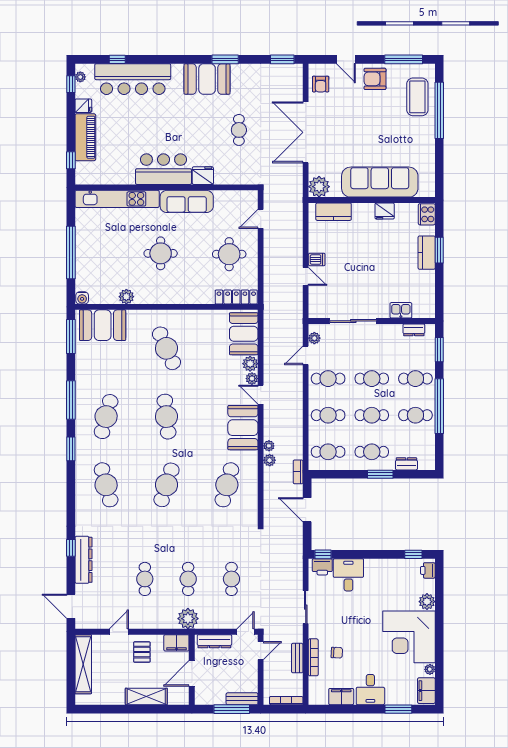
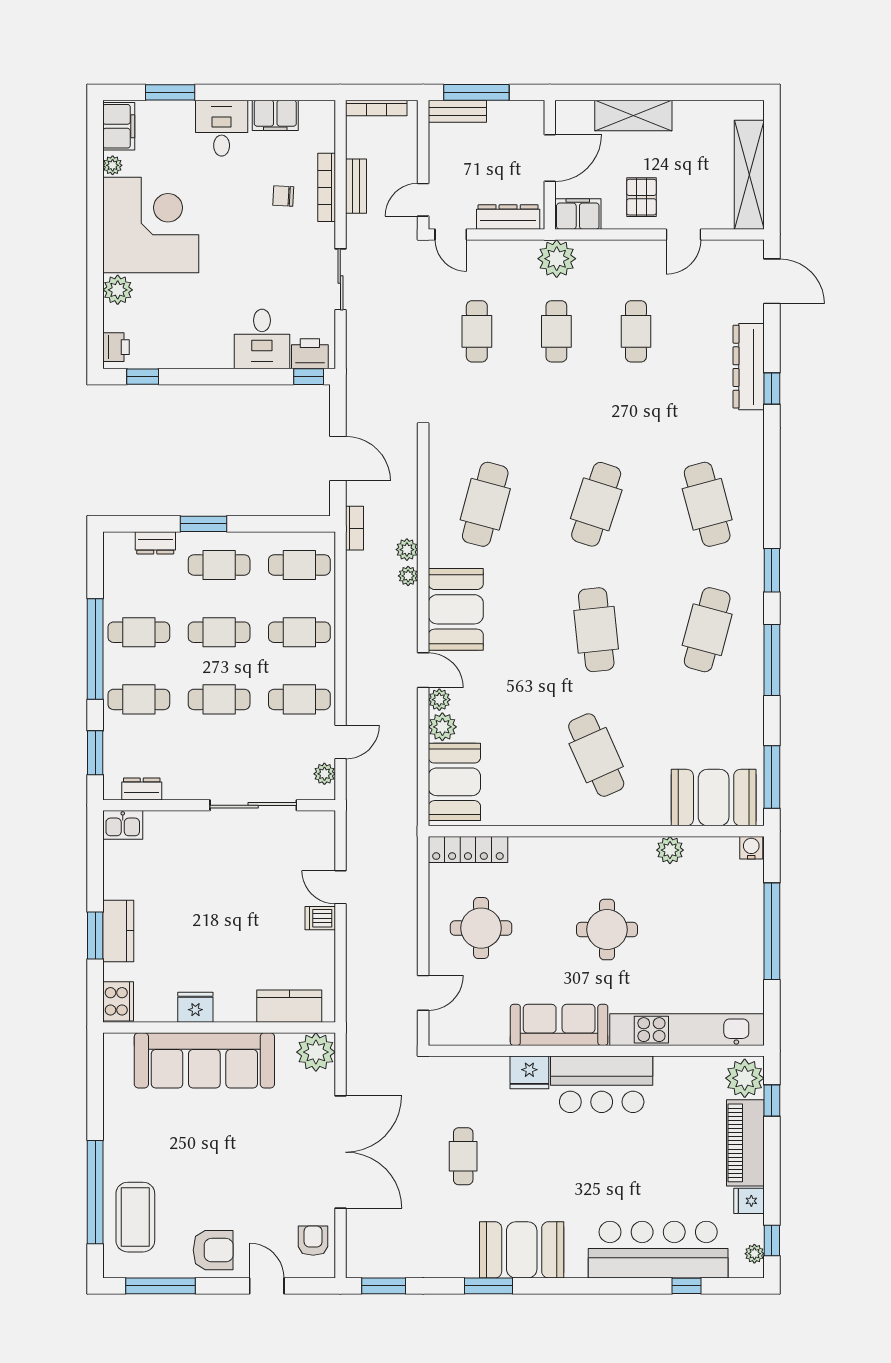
plant: (86, 172) -> (745, 1078), added
kitchen sink: (401, 310) -> (123, 825), moved
door: (246, 632) -> (451, 234), hinge flipped

